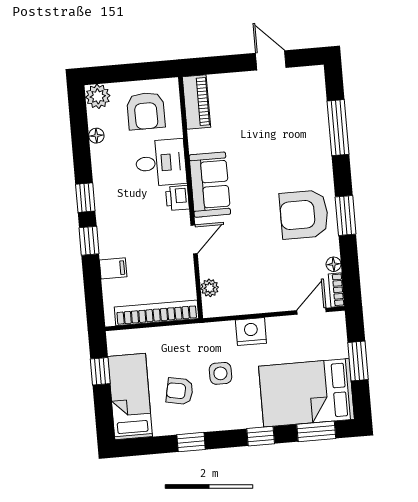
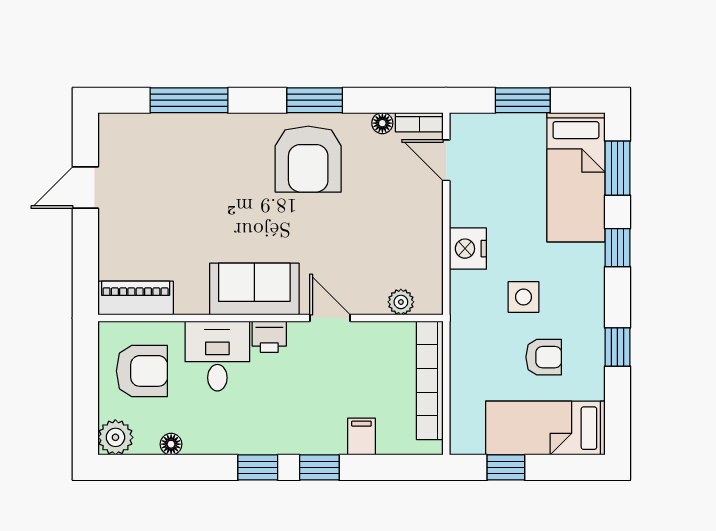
armchair: (180, 391) -> (544, 357), turned -101
bed: (306, 393) -> (576, 177), width x0.67

